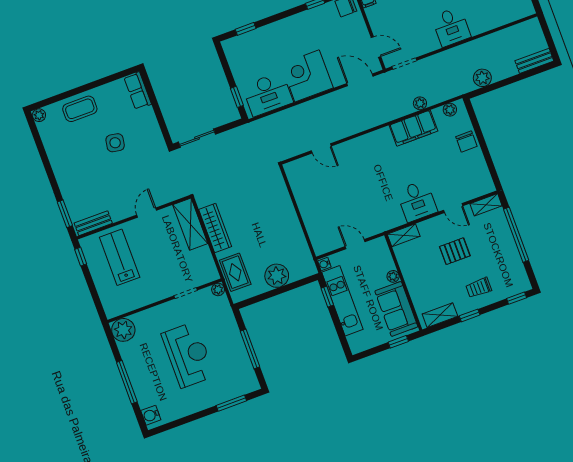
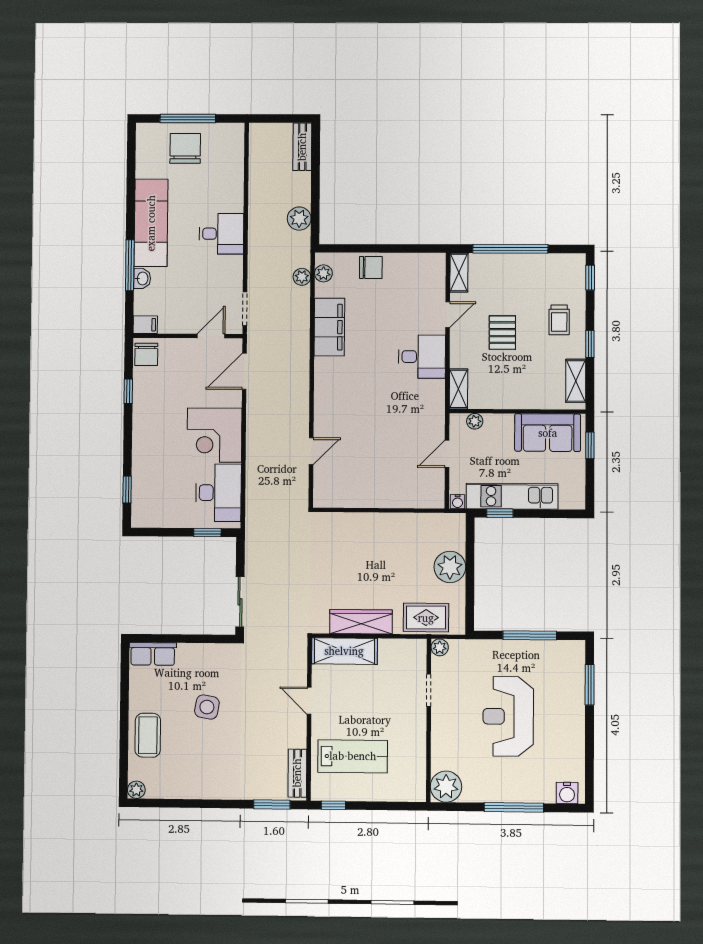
plant: (420, 103) -> (302, 277), moved
lab bench: (120, 257) -> (353, 756), turned 180
plant: (393, 276) -> (475, 421), moved
reception desk: (188, 355) -> (508, 716), turned -90

